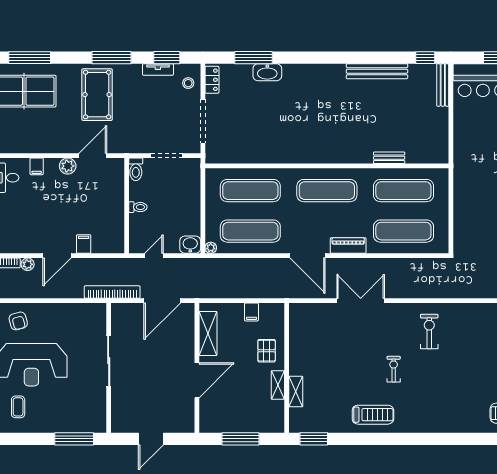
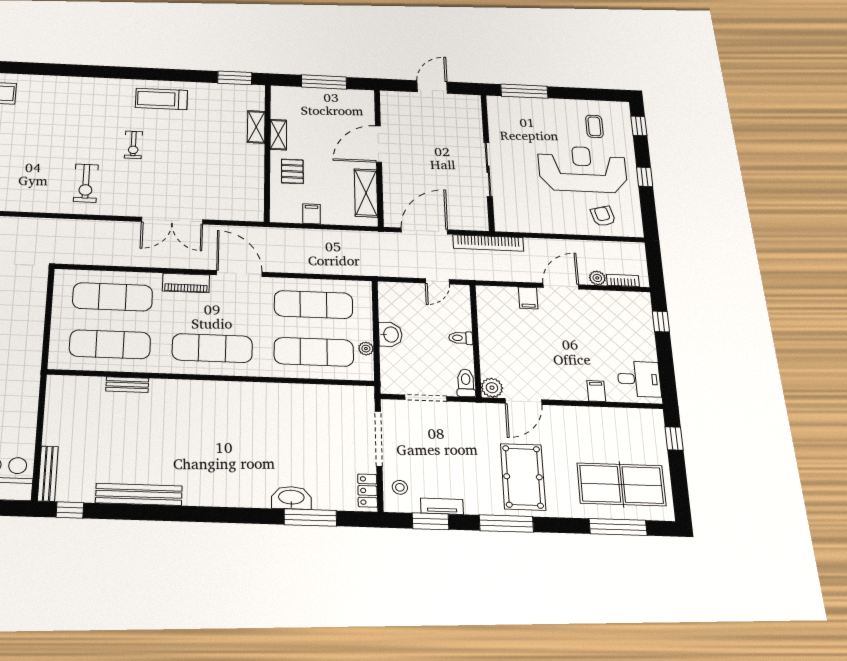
plant: (68, 166) -> (492, 388), moved
washbasin: (190, 245) -> (390, 335), moved, turned -90
plant: (211, 248) -> (366, 349), moved

